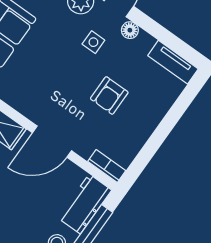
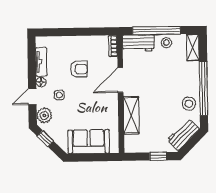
tv unit: (173, 62) -> (41, 62), moved
door: (52, 142) -> (120, 80), swing flipped

